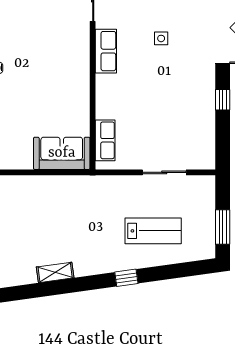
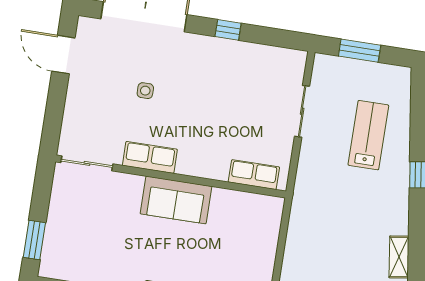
sofa: (62, 153) -> (176, 200), moved, turned -90
window: (223, 227) -> (360, 51), moved

